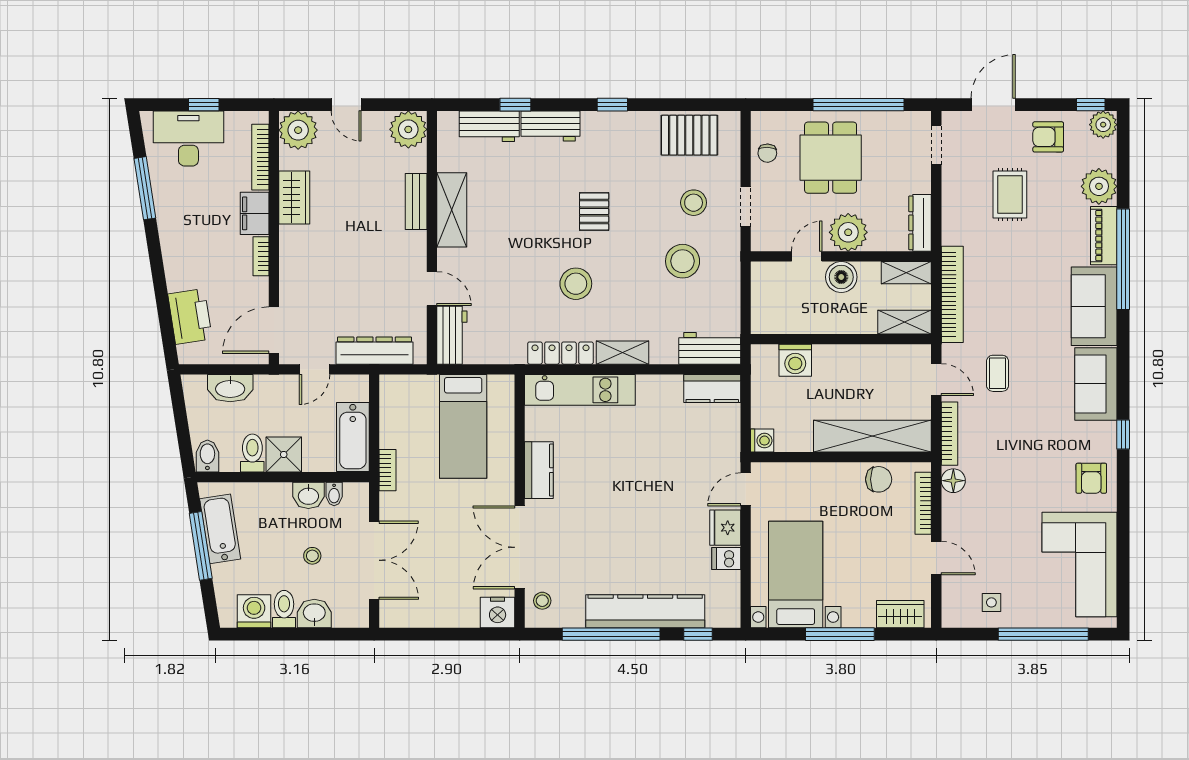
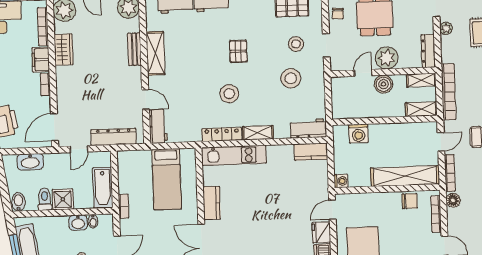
plant: (952, 185) -> (446, 28), added
door: (936, 380) -> (441, 142), hinge flipped

